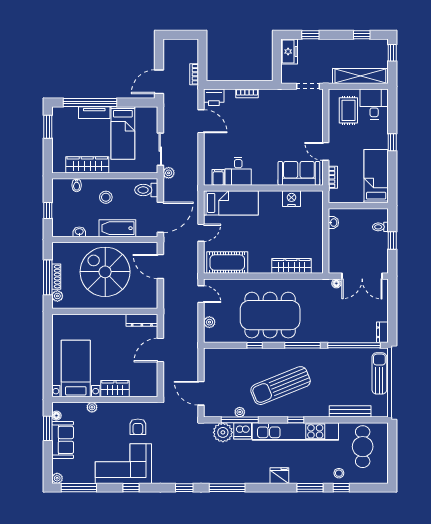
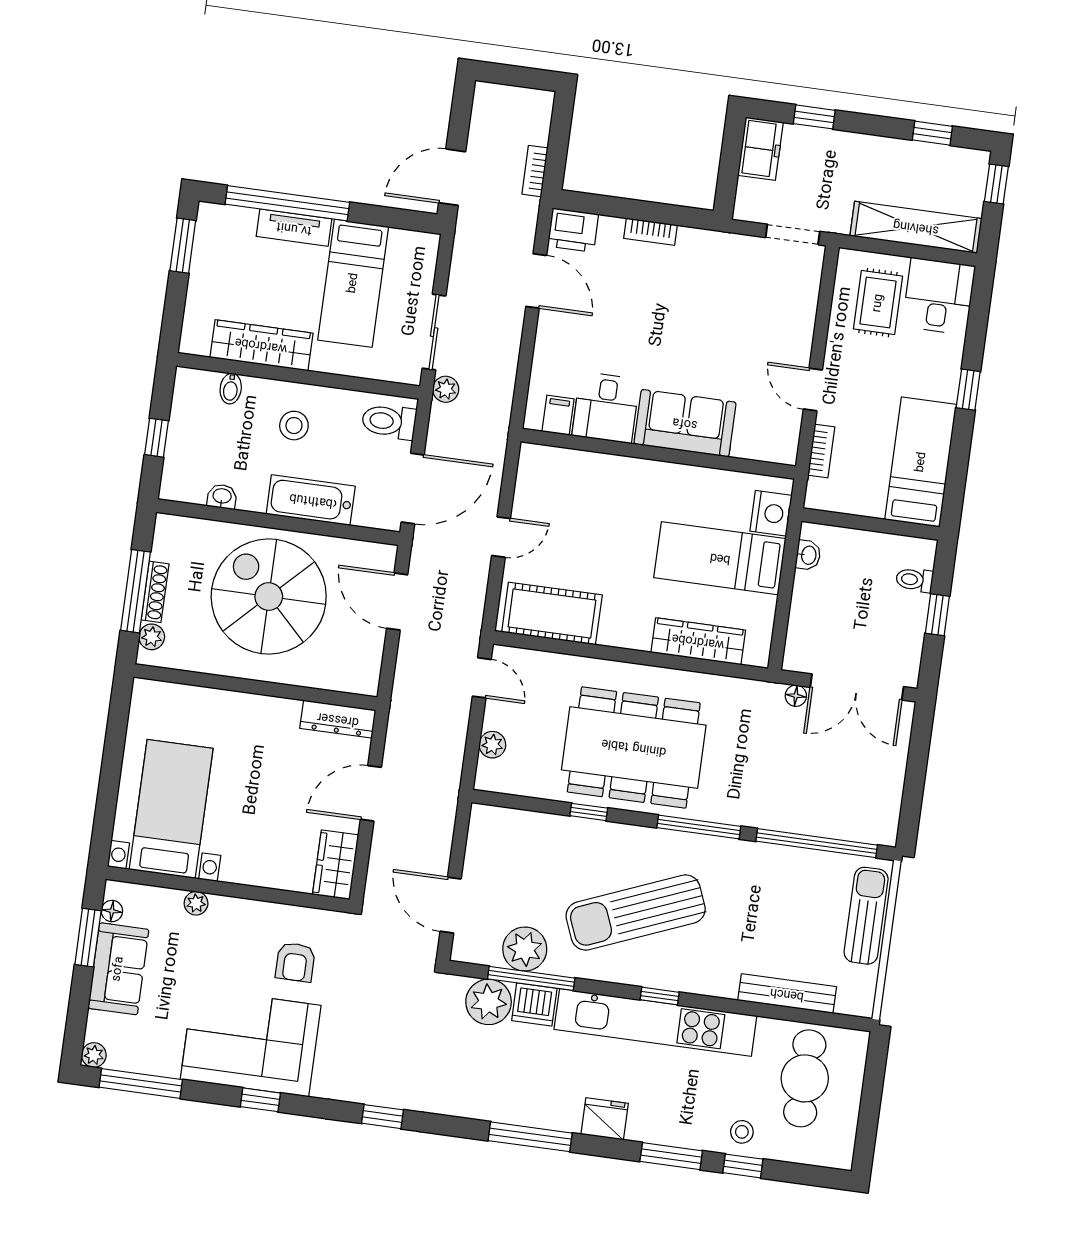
sofa: (299, 173) -> (685, 423), moved
nightstand: (291, 199) -> (771, 513), moved, turned 90
bed: (231, 203) -> (720, 558), moved, turned 180
dresser: (382, 332) -> (886, 822), removed
wardrobe: (115, 389) -> (336, 865), moved, turned -90
plant: (240, 412) -> (525, 949), width x1.88, depth x1.88
window: (227, 488) -> (530, 1137), moved

